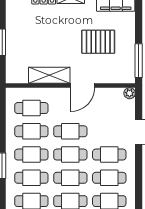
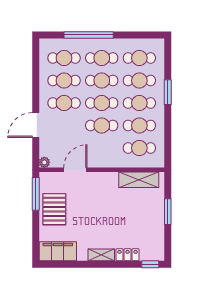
pallet: (98, 42) -> (54, 209), moved, turned 90
shelving: (49, 75) -> (139, 180), moved
door: (83, 86) -> (75, 170), moved

